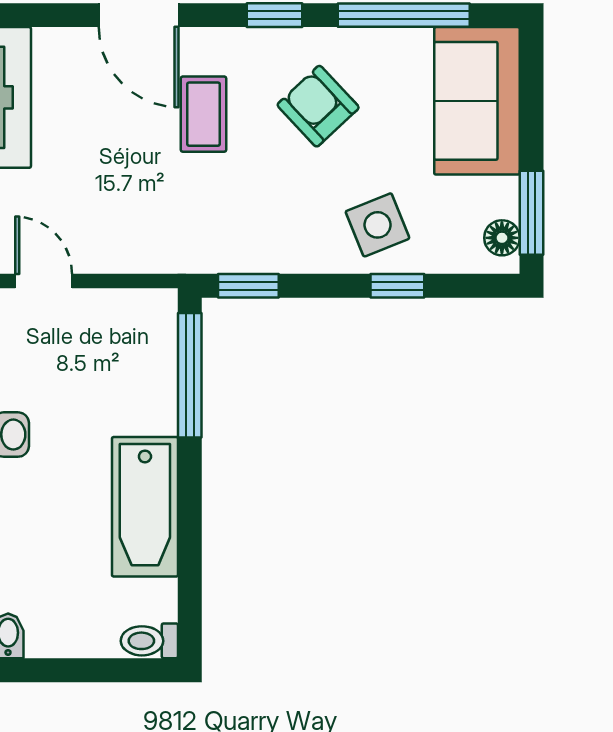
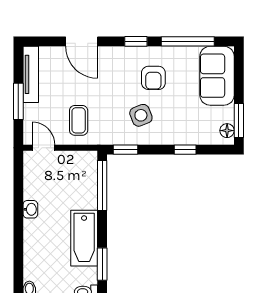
armchair: (318, 106) -> (153, 78), turned -137
coffee table: (203, 114) -> (79, 120), moved
side table: (378, 225) -> (141, 115), moved
window: (190, 571) -> (102, 264), added

